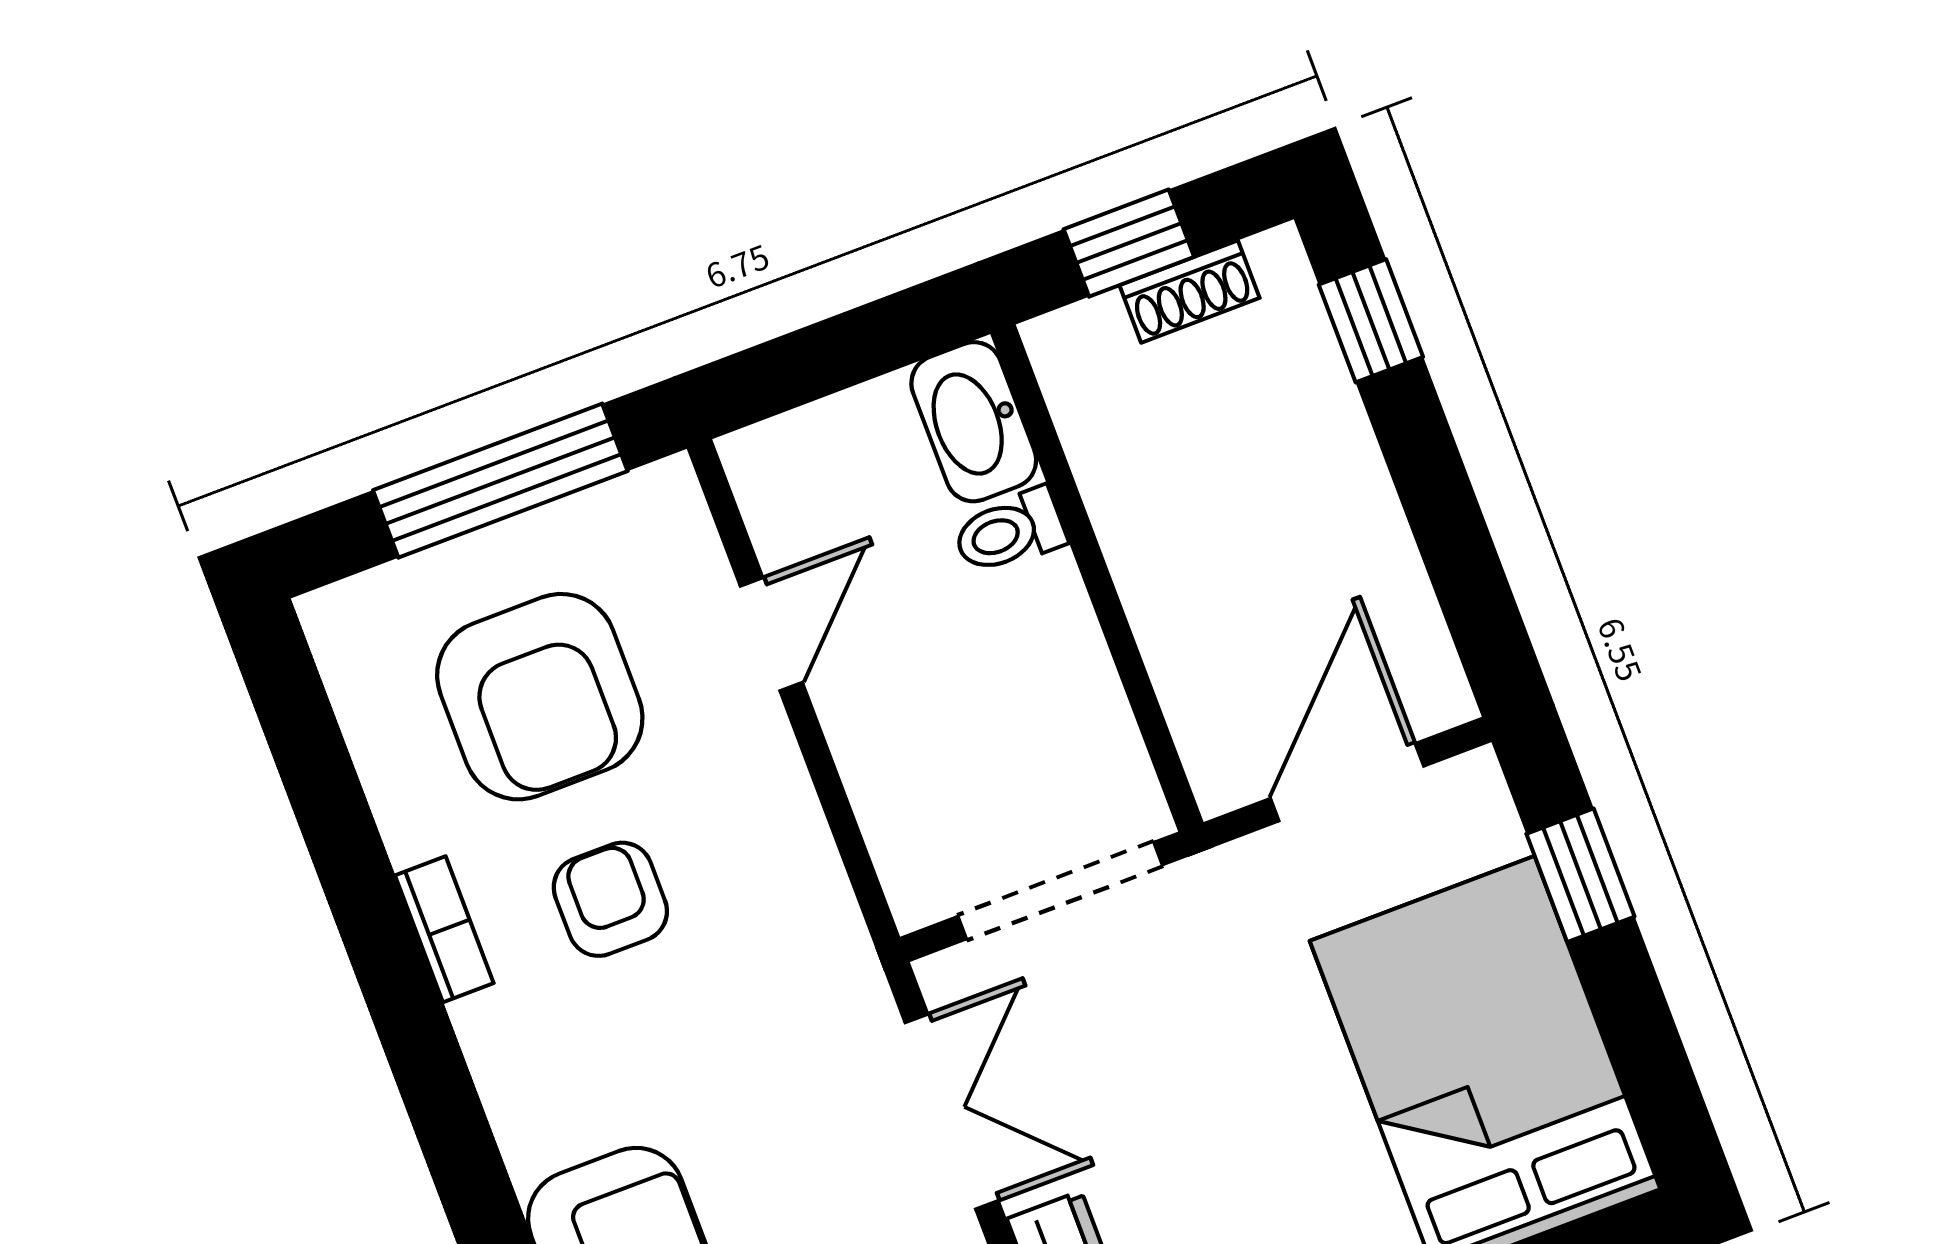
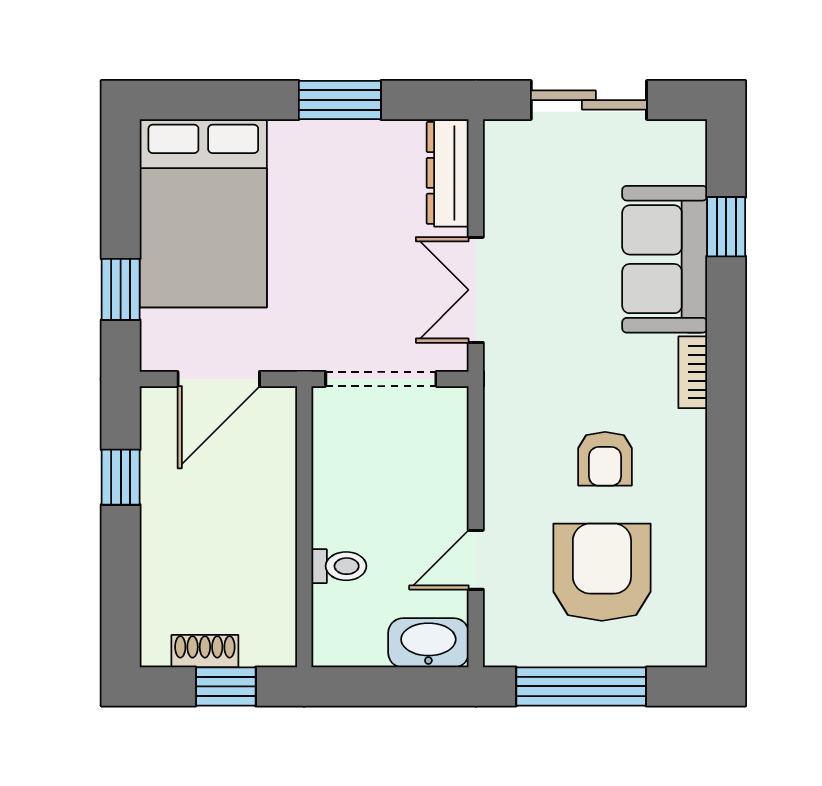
window: (1371, 321) -> (121, 477), moved
washbasin: (974, 422) -> (428, 643), moved, turned -90
bookcase: (444, 929) -> (693, 372), moved

